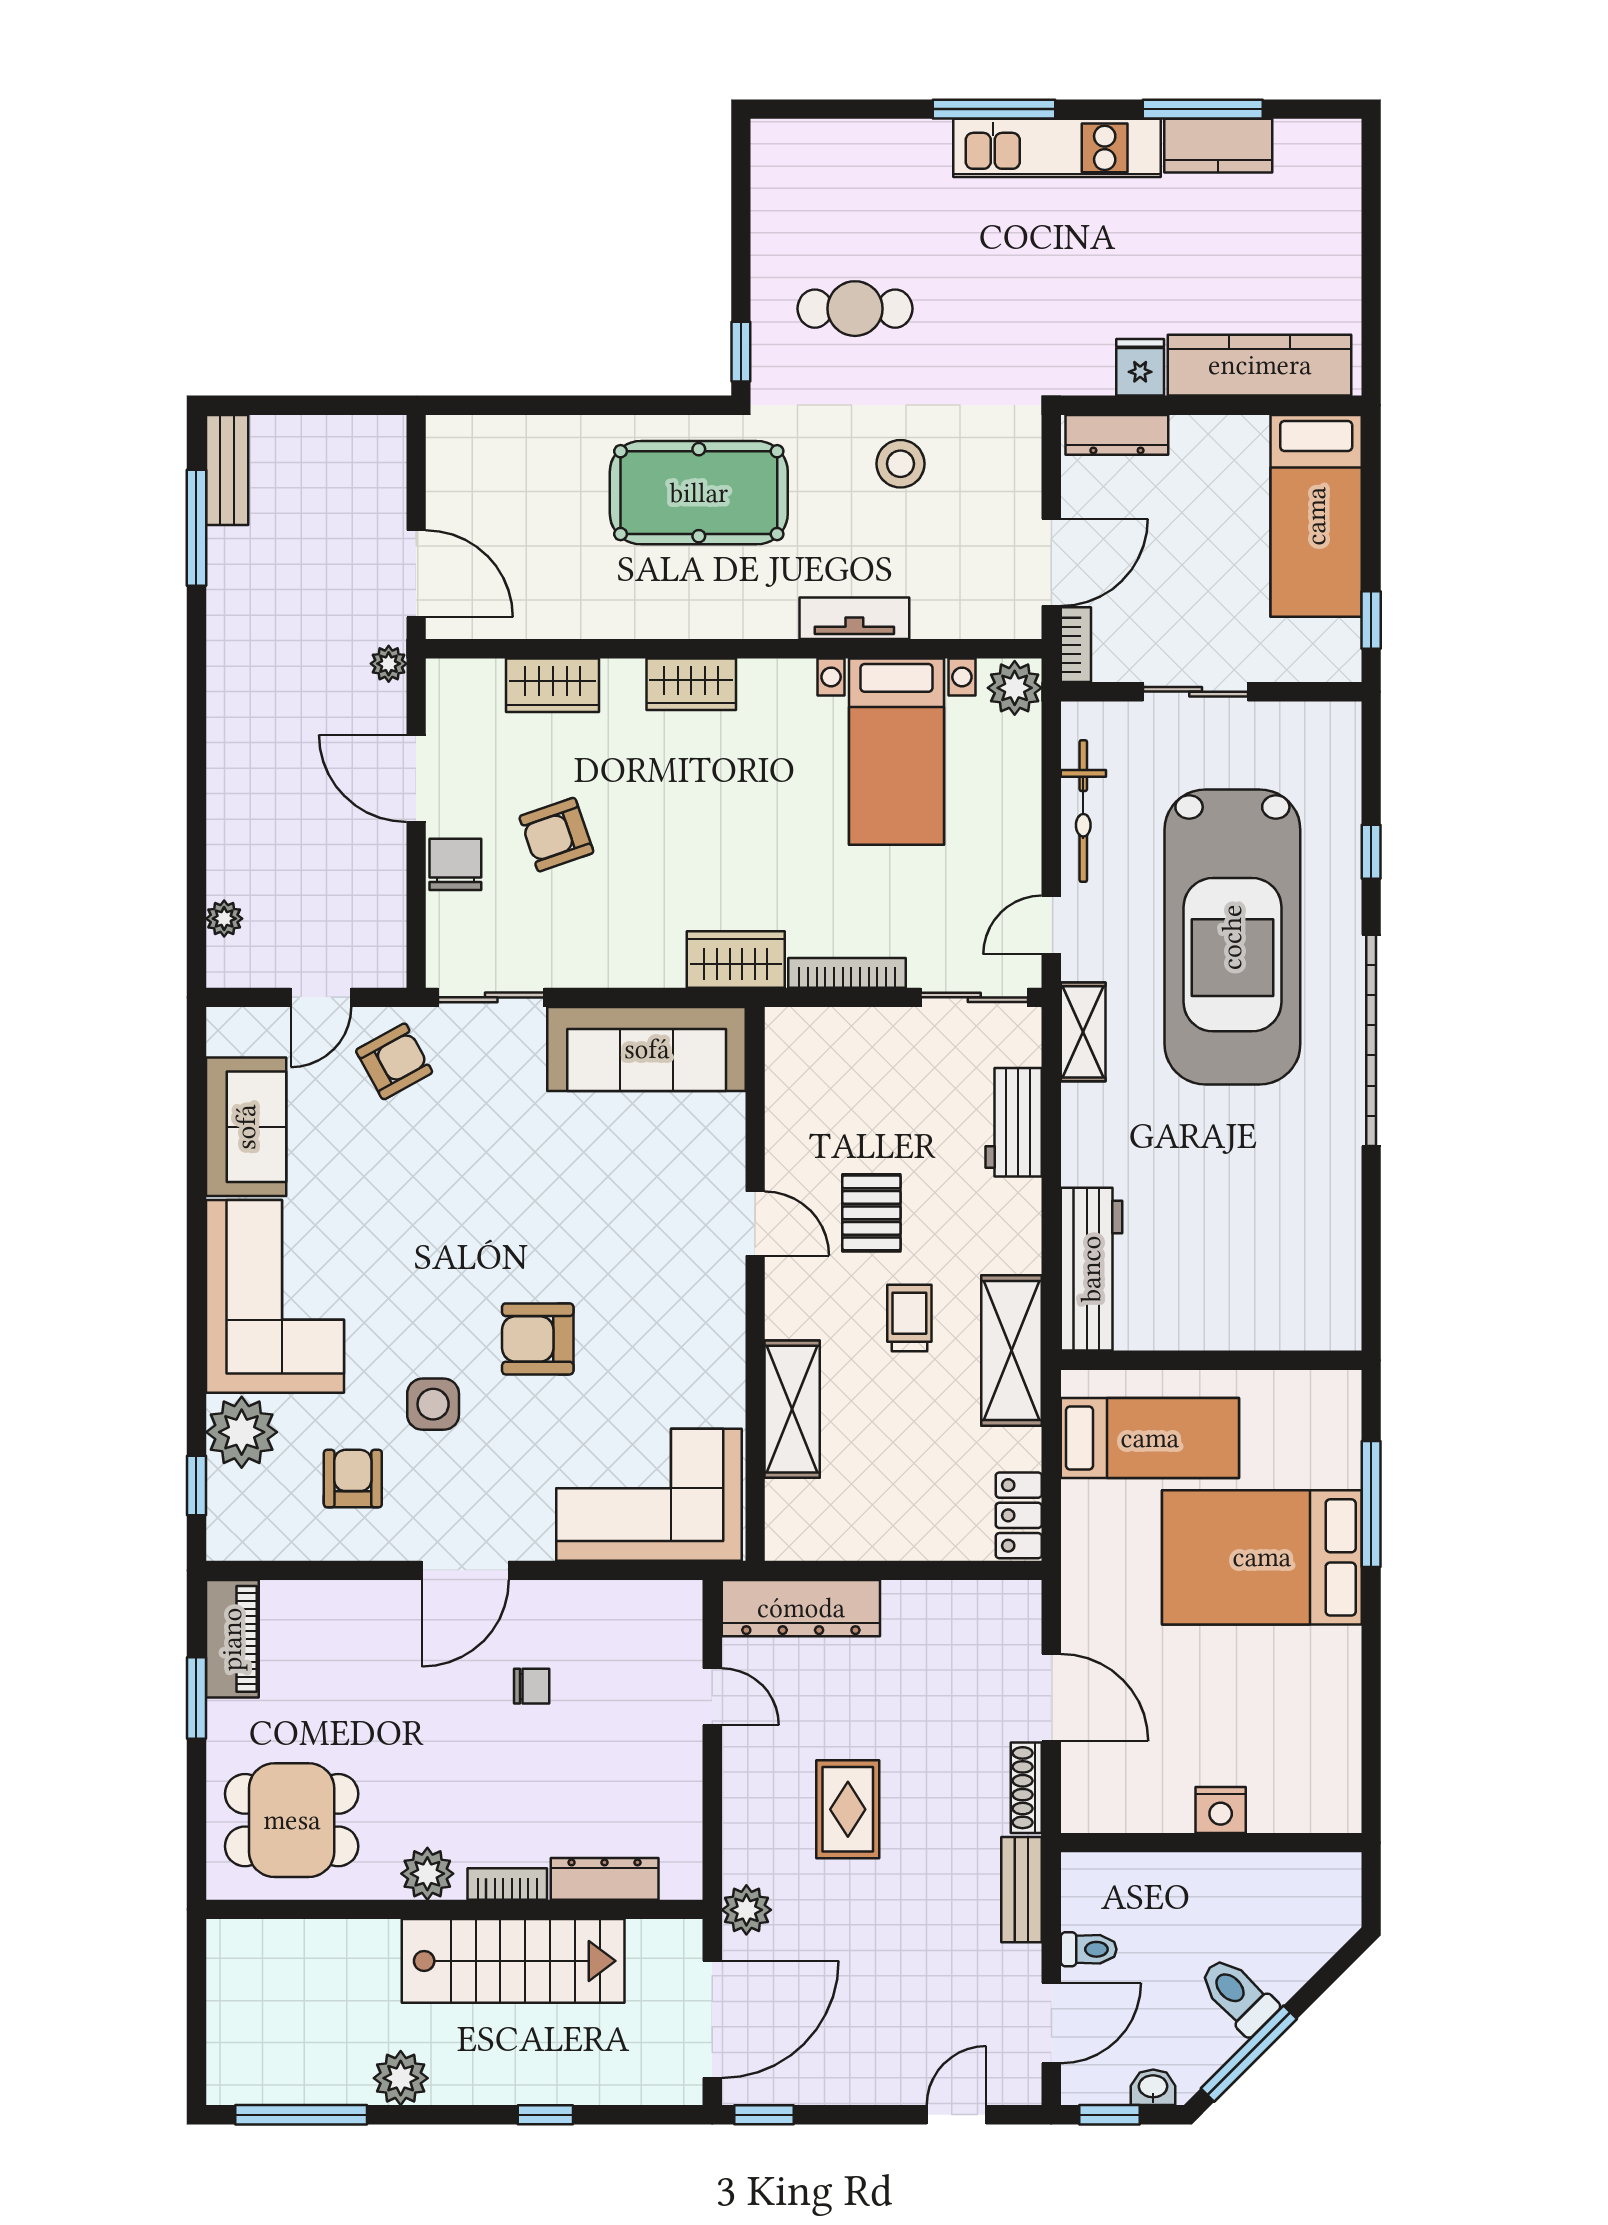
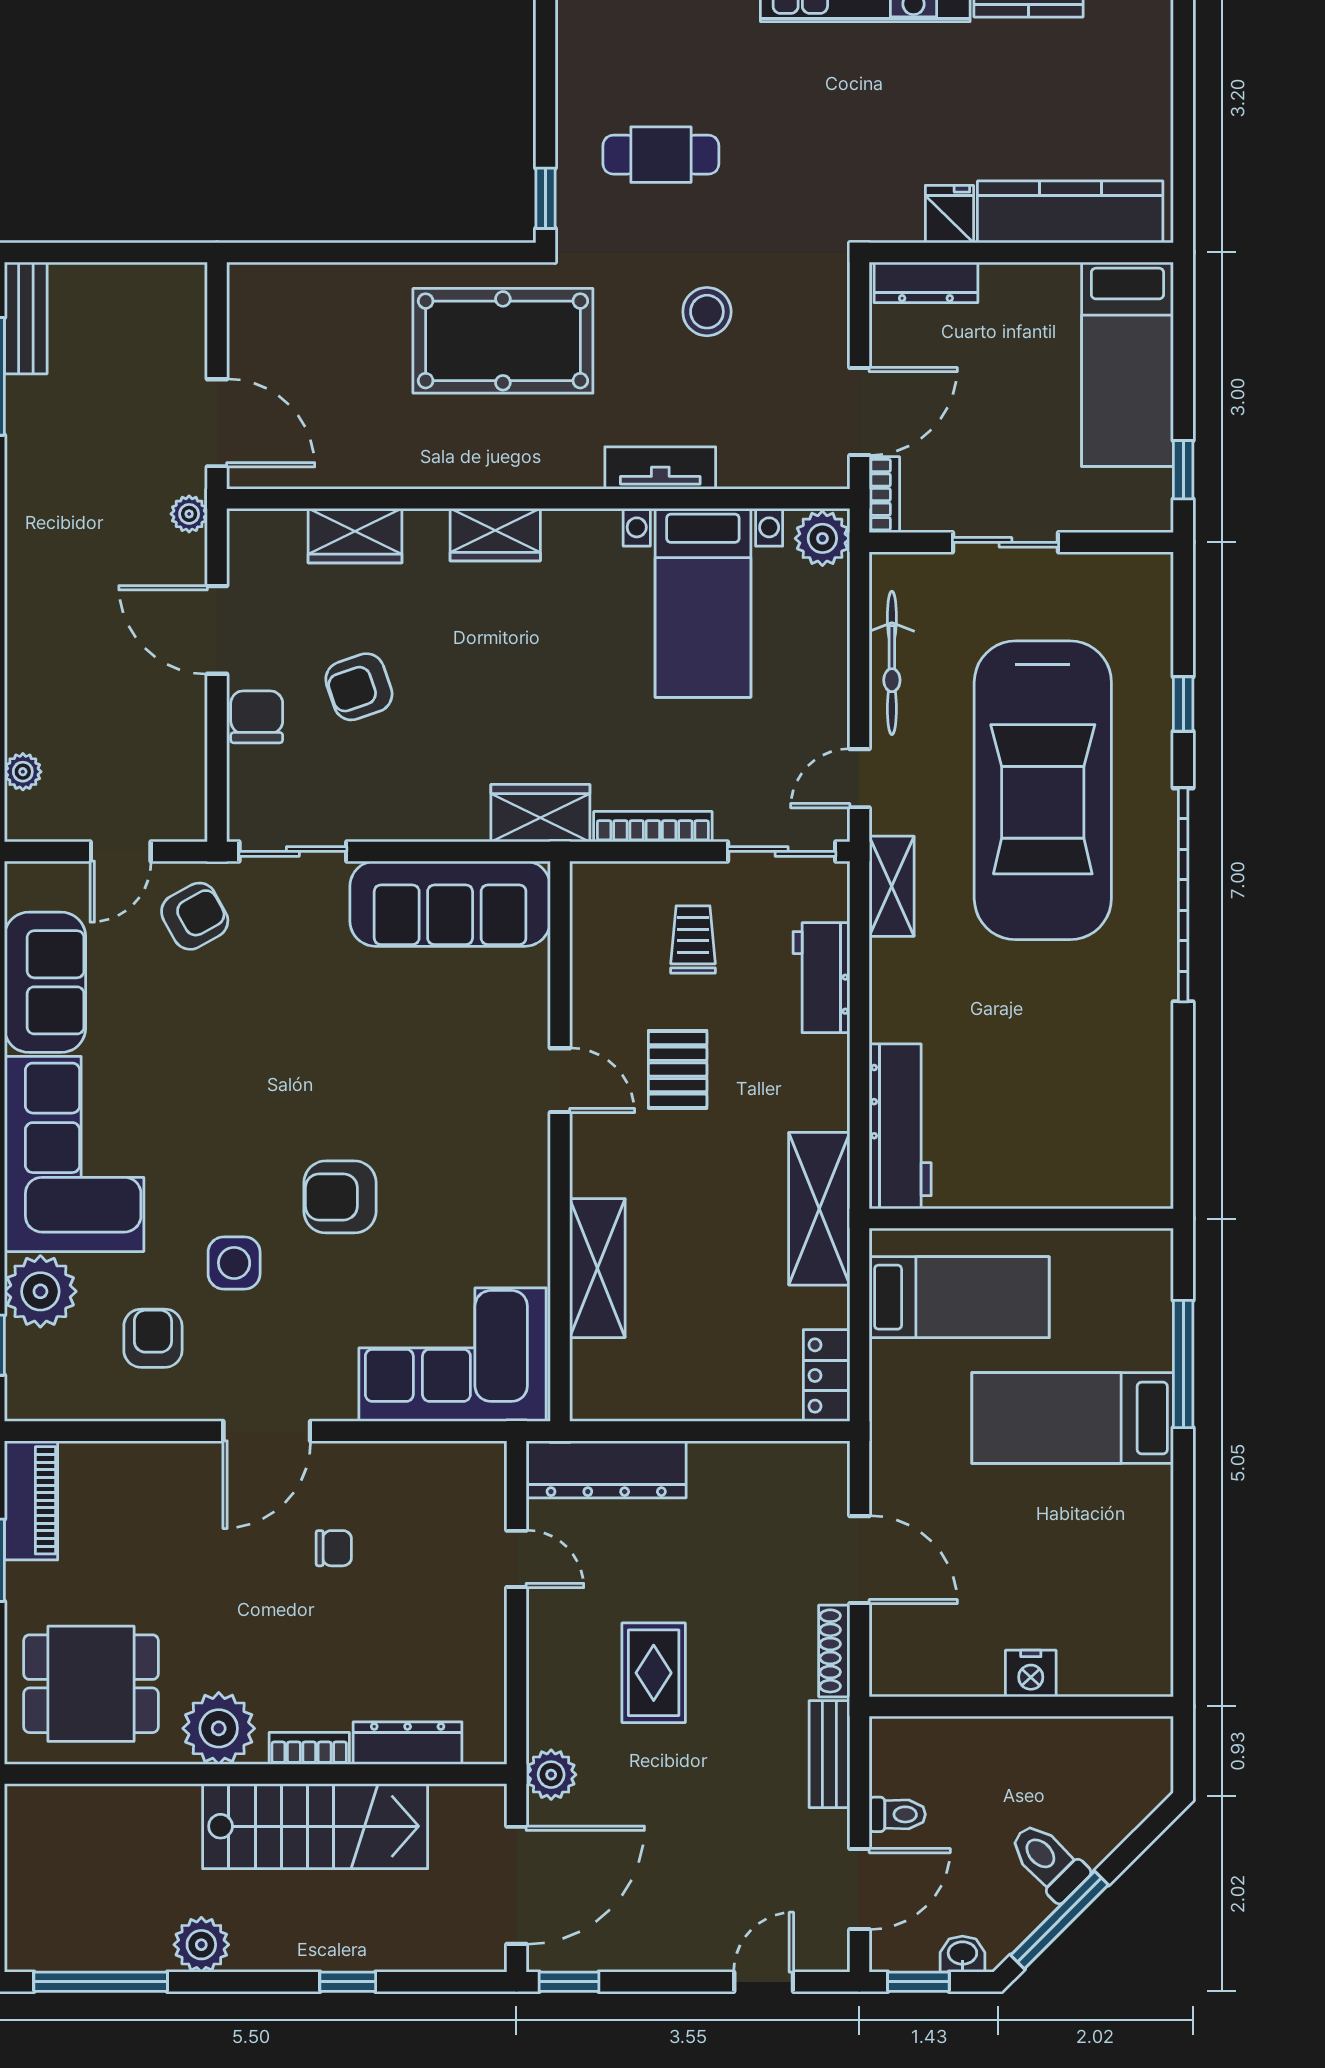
trolley: (909, 1318) -> (693, 940), moved
bed: (1262, 1557) -> (1073, 1418), width x0.67
plant: (427, 1874) -> (219, 1728), width x1.36, depth x1.36

